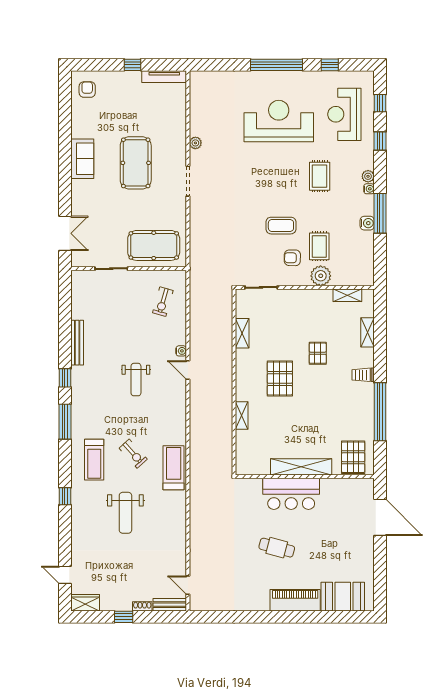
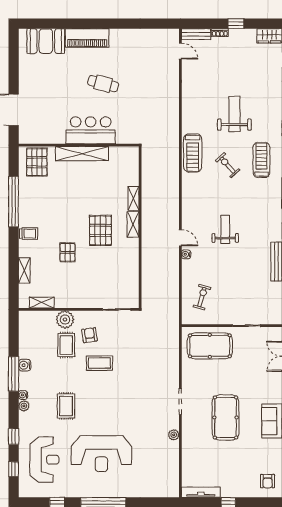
armchair: (292, 258) -> (90, 335), turned -99
shelving: (242, 333) -> (133, 224), moved

